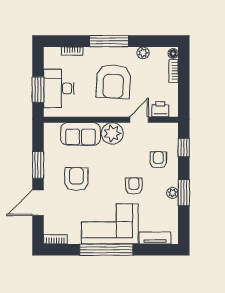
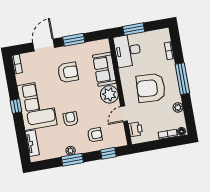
desk: (59, 88) -> (128, 51), moved, turned -90
door: (139, 120) -> (124, 114), swing flipped
armchair: (134, 186) -> (71, 119), turned -90
door: (38, 203) -> (44, 45), hinge flipped
window: (106, 250) -> (16, 106), width x0.32

